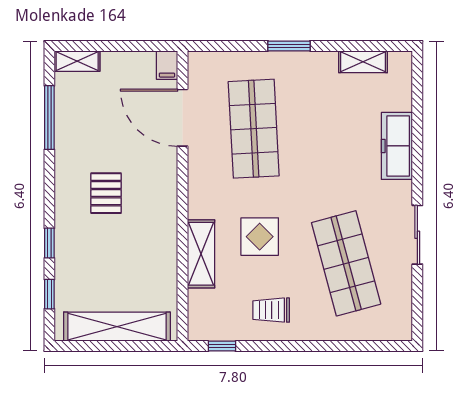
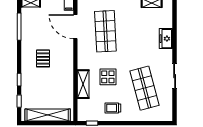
freezer: (397, 146) -> (166, 39), width x0.71

